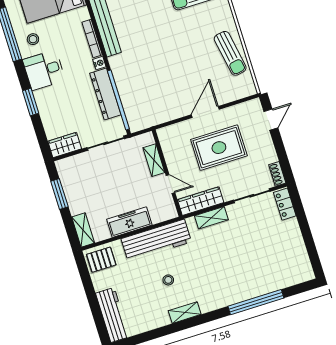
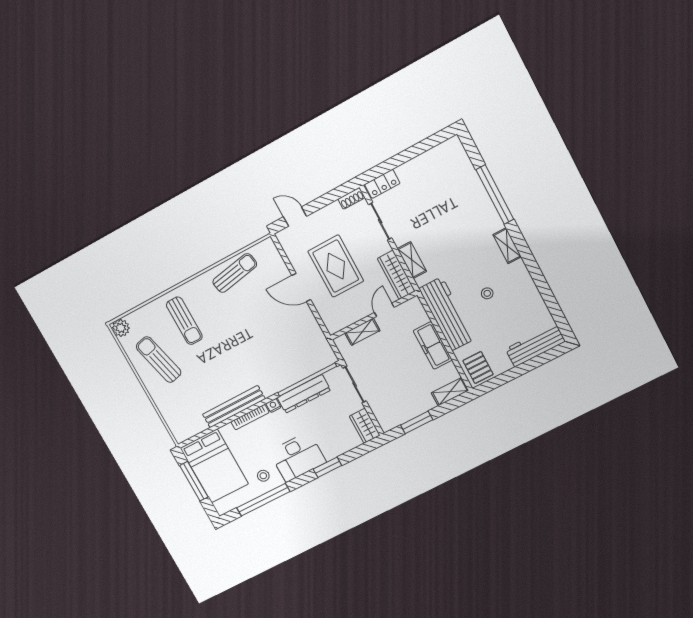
desk: (44, 70) -> (298, 457), width x1.37
shelving: (185, 313) -> (507, 246), moved

